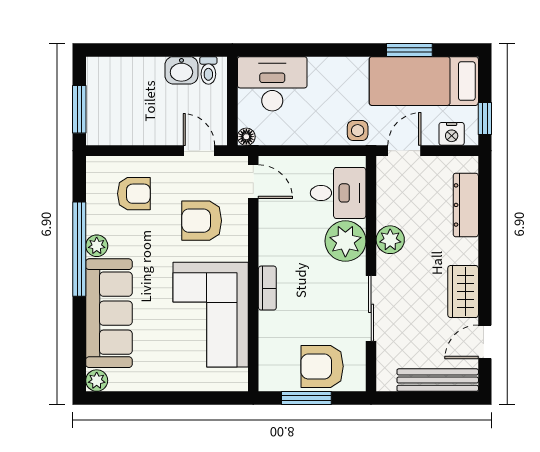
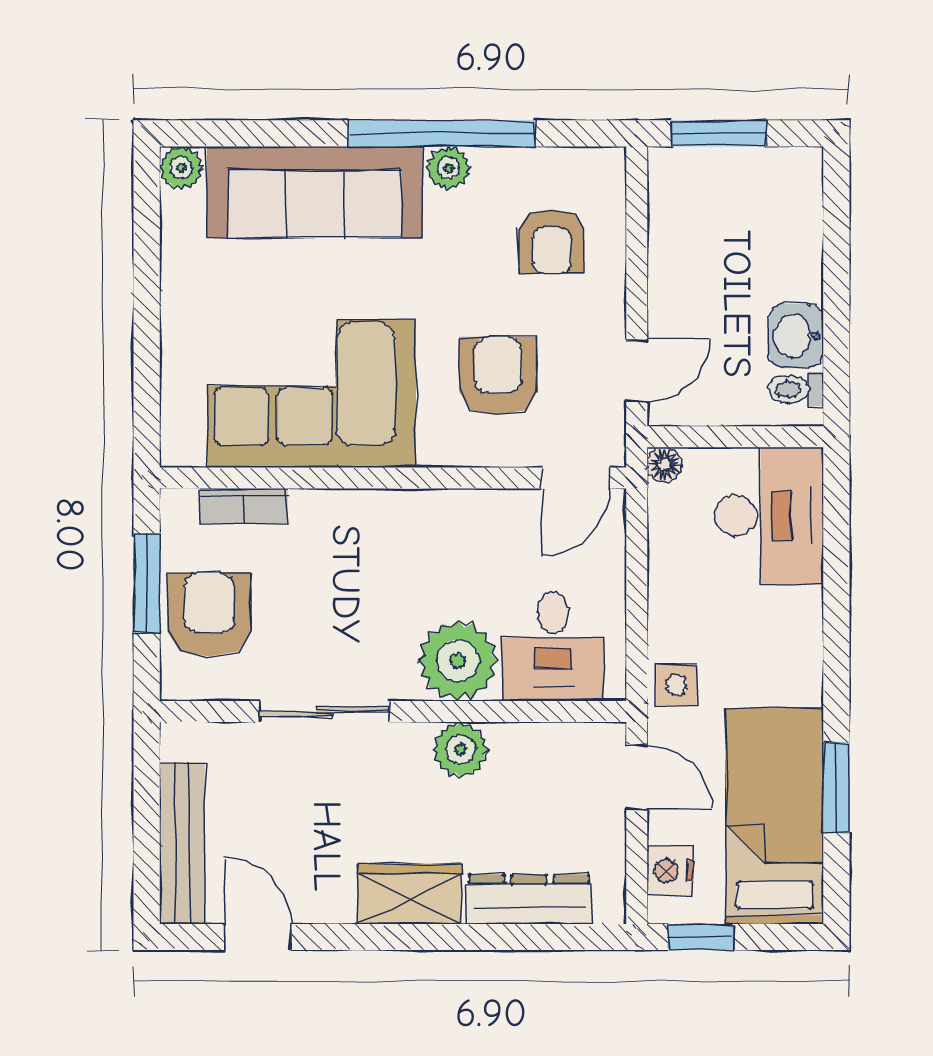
bookcase: (267, 288) -> (244, 506), moved
wardrobe: (463, 292) -> (410, 894), moved

